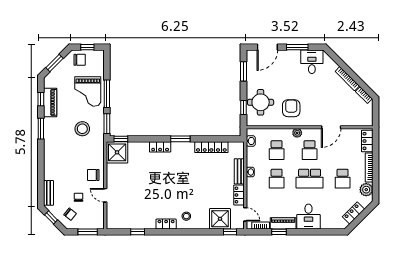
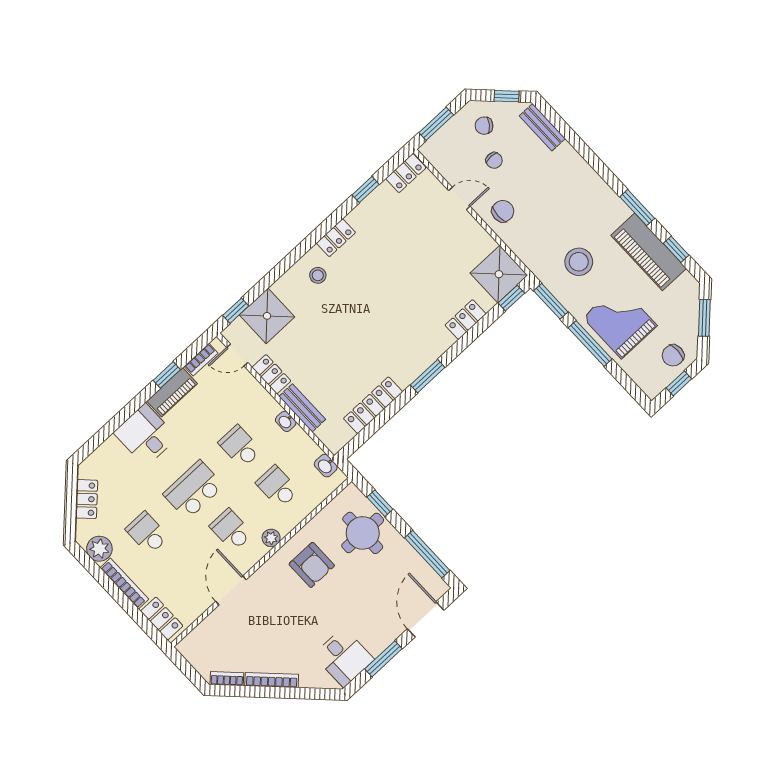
window: (244, 71) -> (427, 554), width x1.44
piano: (50, 102) -> (649, 252), width x1.37, depth x1.33
locker: (160, 147) -> (466, 319), moved
locker: (117, 224) -> (406, 173), added

